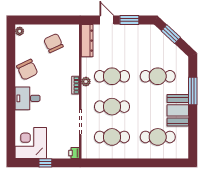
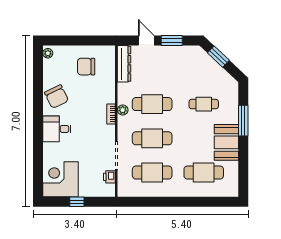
chair: (53, 43) -> (86, 67), turned -65
cafe table: (158, 76) -> (204, 104), width x0.73, depth x0.74
printer: (74, 153) -> (109, 177), moved

